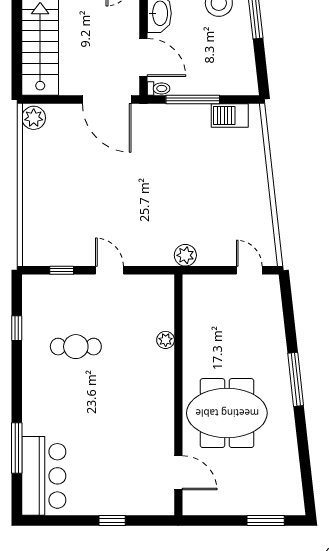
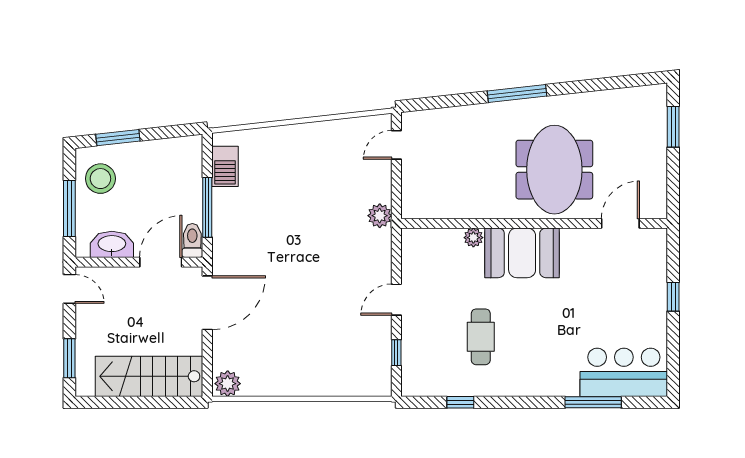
toilet: (159, 89) -> (192, 240), width x1.37, depth x1.39
booth: (152, 384) -> (522, 253), added

